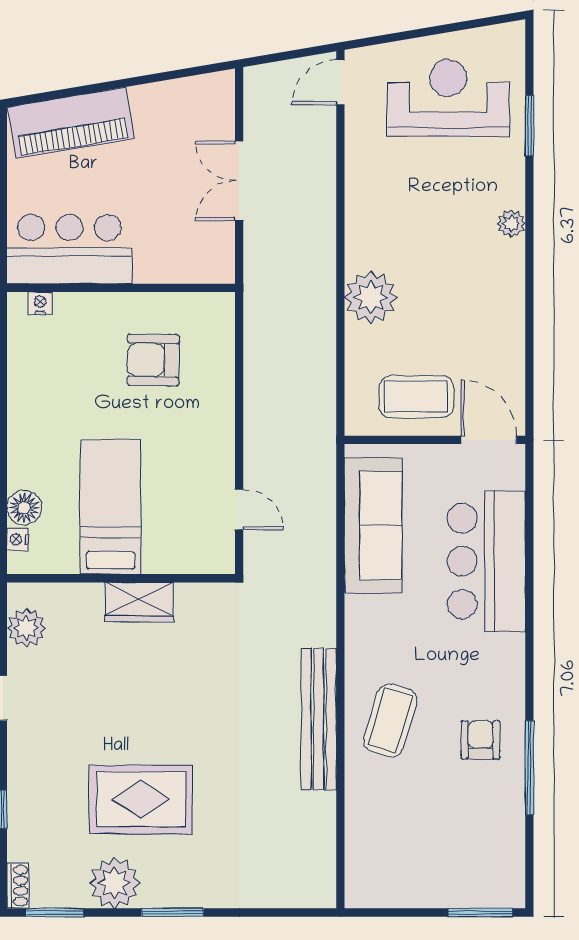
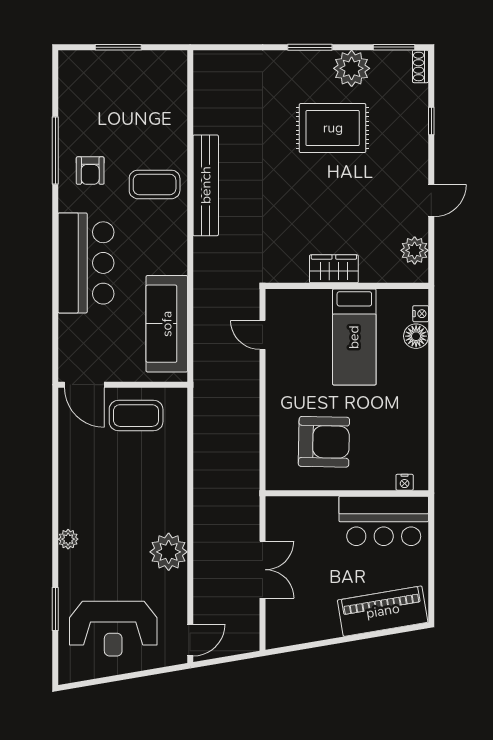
plant: (371, 297) -> (169, 552), moved
armchair: (153, 360) -> (324, 442), width x1.36, depth x1.36
bar counter: (486, 561) -> (86, 263), moved
coffee table: (390, 720) -> (155, 184), turned 73
window: (480, 913) -> (118, 47), moved

